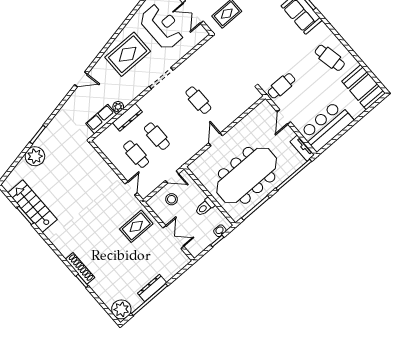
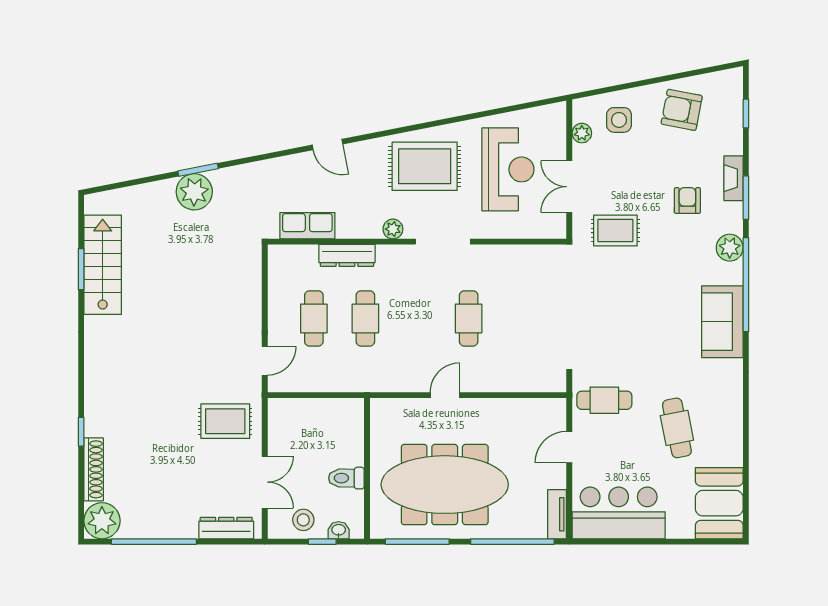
cafe table: (330, 58) -> (677, 428), moved
plant: (118, 107) -> (393, 229), moved
plant: (35, 156) -> (194, 192), moved
door: (172, 177) -> (337, 395), removed
stool: (171, 199) -> (303, 520), moved
shoe rack: (80, 268) -> (94, 469), moved
dresser: (152, 288) -> (226, 528), moved

